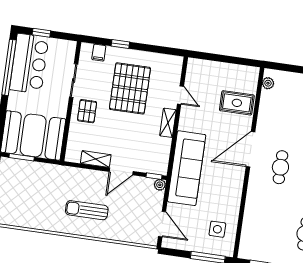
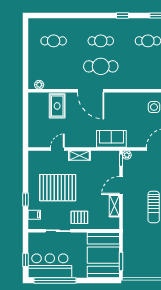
cafe table: (280, 167) -> (101, 66), width x1.37, depth x1.35
sofa: (187, 168) -> (111, 139), width x0.54, depth x0.79
door: (121, 171) -> (121, 185), swing flipped

